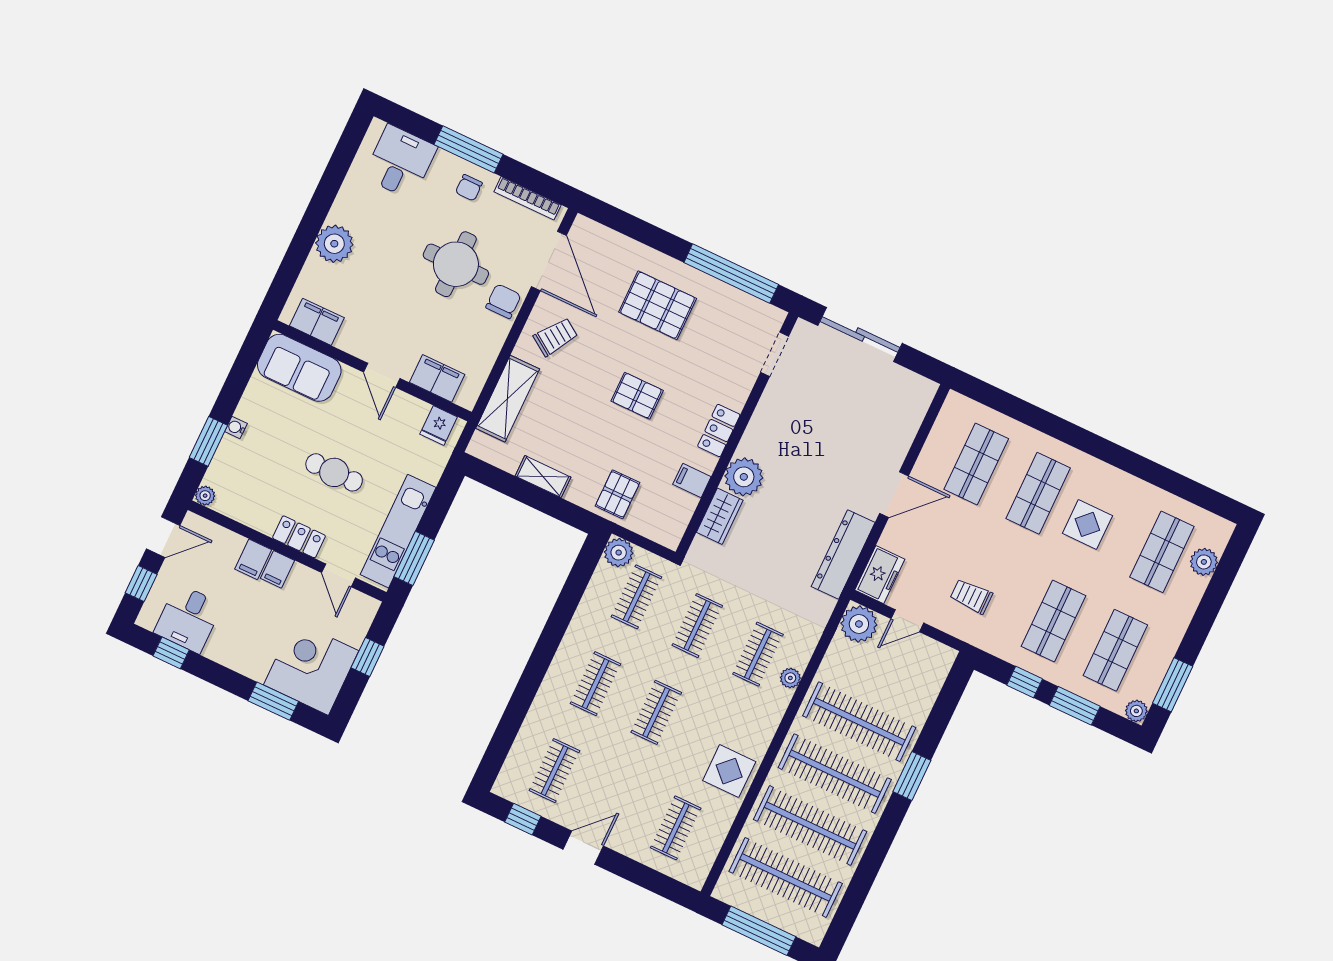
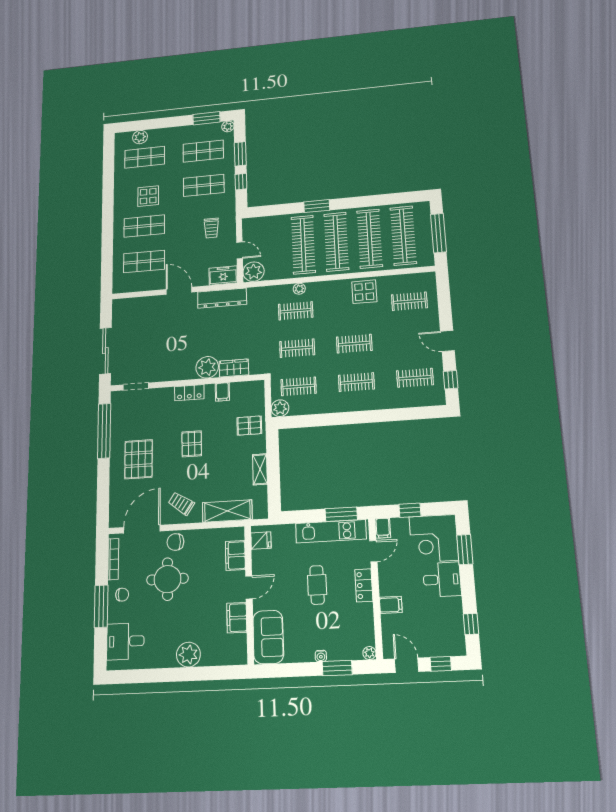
filing cabinet: (317, 322) -> (237, 618), moved
filing cabinet: (277, 569) -> (383, 528), moved, turned 90
desk: (188, 618) -> (442, 579), moved

